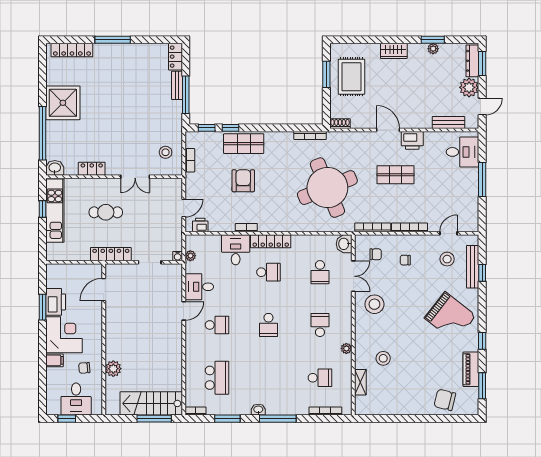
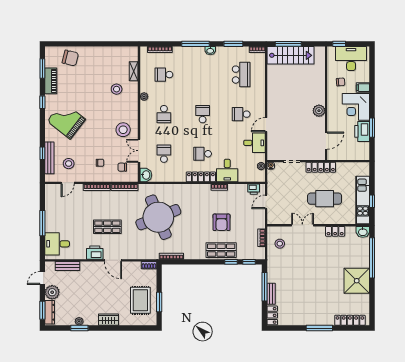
cafe table: (106, 212) -> (325, 199), width x1.37, depth x1.35
plant: (113, 369) -> (319, 111), moved
school desk: (217, 378) -> (241, 75), turned 180
desk: (76, 399) -> (351, 59), width x1.37
window: (67, 419) -> (339, 44), moved

